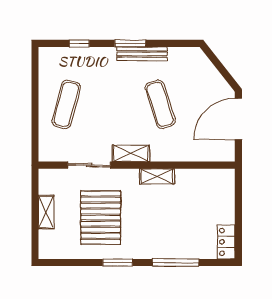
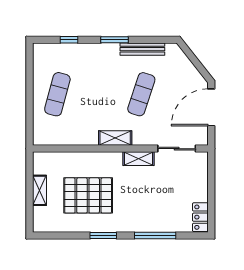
bench: (142, 54) -> (142, 49), moved
exercise mat: (160, 104) -> (141, 94), turned 36
sliding door: (89, 165) -> (177, 149), moved
pallet: (101, 218) -> (88, 195), turned 90

